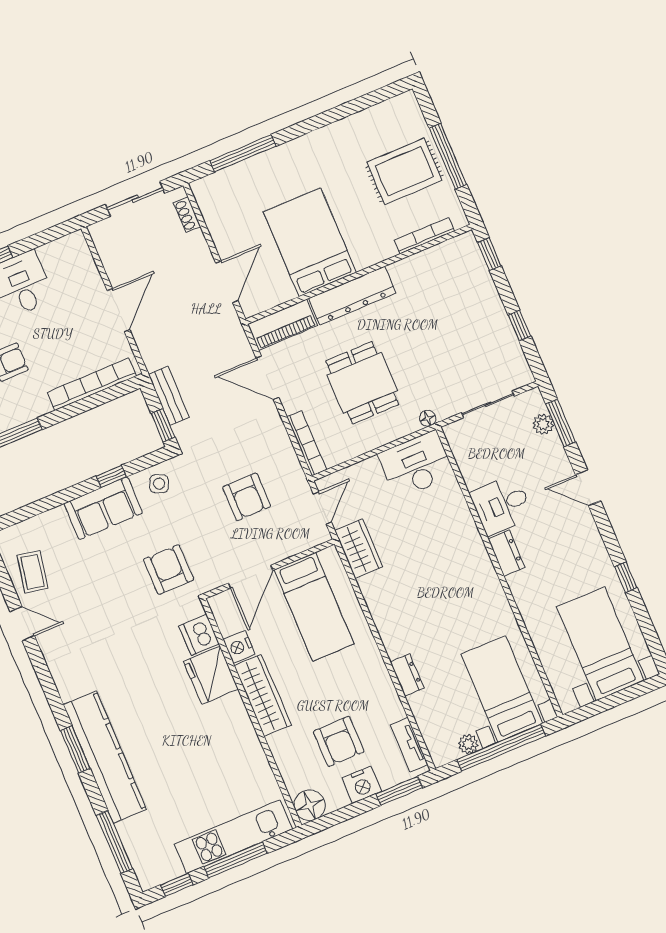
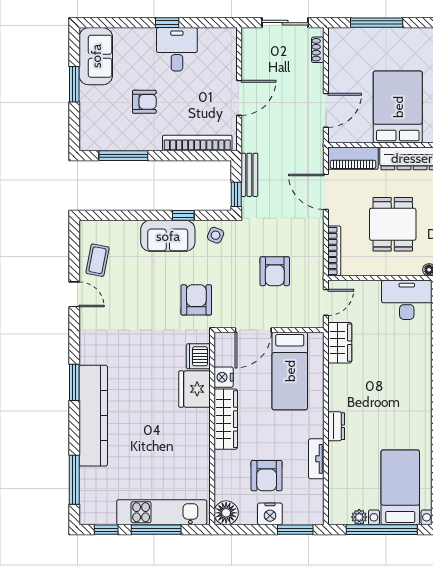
dresser: (407, 675) -> (336, 426), moved
tv unit: (409, 745) -> (316, 459), moved
window: (75, 749) -> (74, 382), moved

